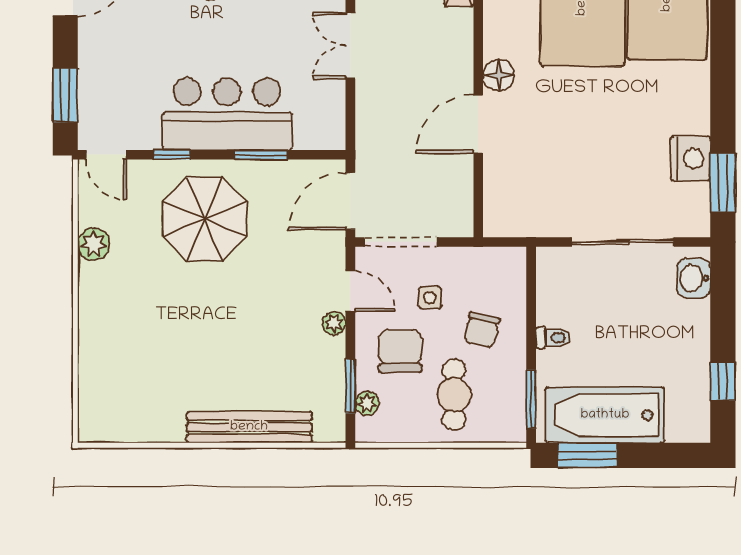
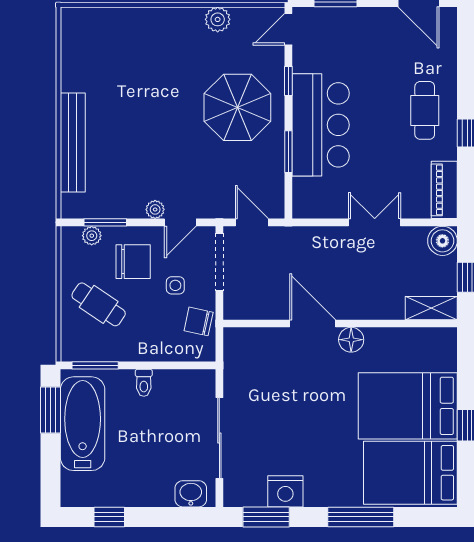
window: (723, 63) -> (361, 517), added
door: (350, 201) -> (252, 222), width x0.73
chair: (482, 330) -> (199, 321), moved
cafe table: (454, 395) -> (99, 304), turned 34

